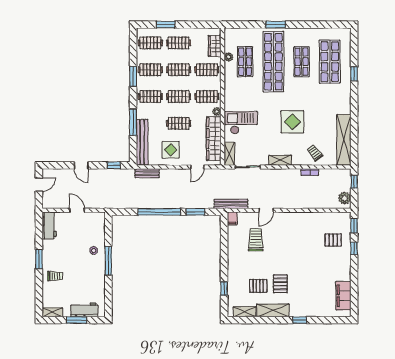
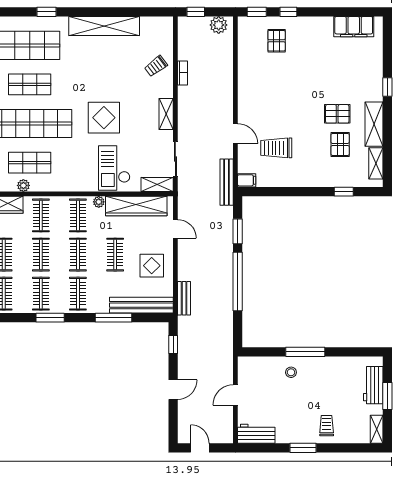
display table: (292, 122) -> (104, 118), moved
shelving: (344, 140) -> (104, 26), moved

